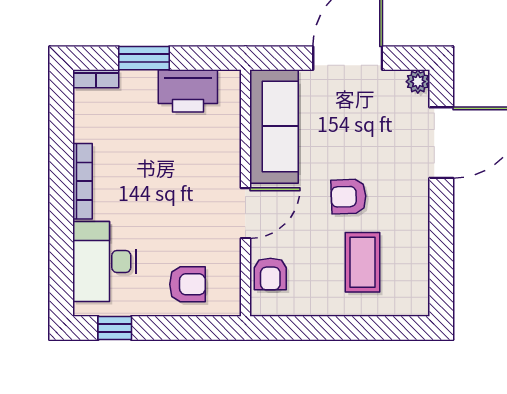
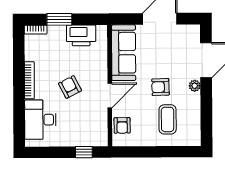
plant: (418, 82) -> (195, 86), moved
armchair: (187, 284) -> (70, 87), moved, turned -117
window: (115, 328) -> (84, 152), moved

